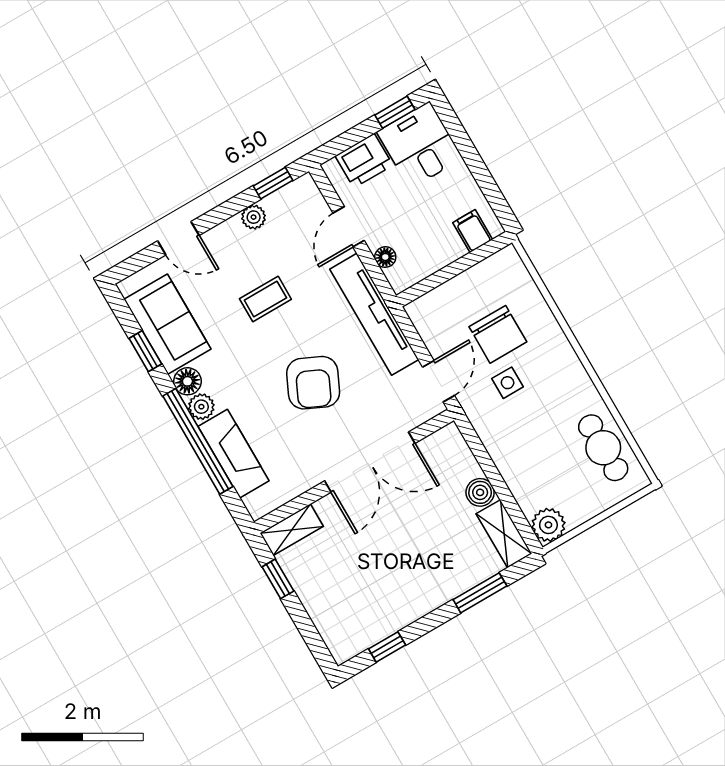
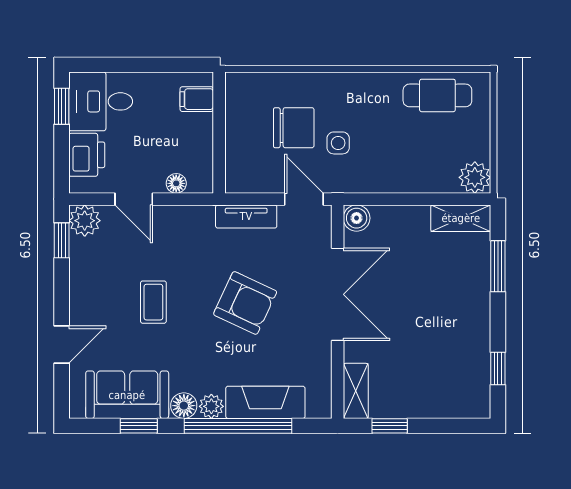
plant: (254, 217) -> (85, 221), moved, width x1.38, depth x1.38
tv unit: (374, 314) -> (246, 216), width x0.52, depth x0.78
boiler: (480, 492) -> (357, 218), moved

